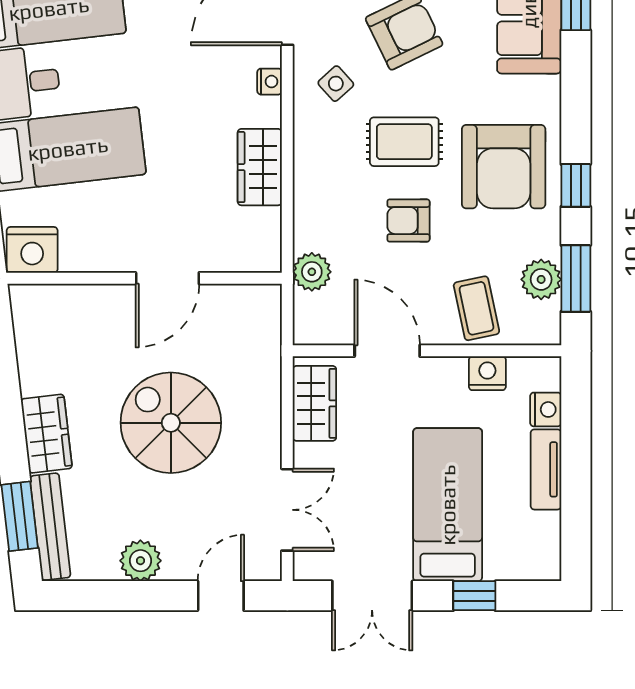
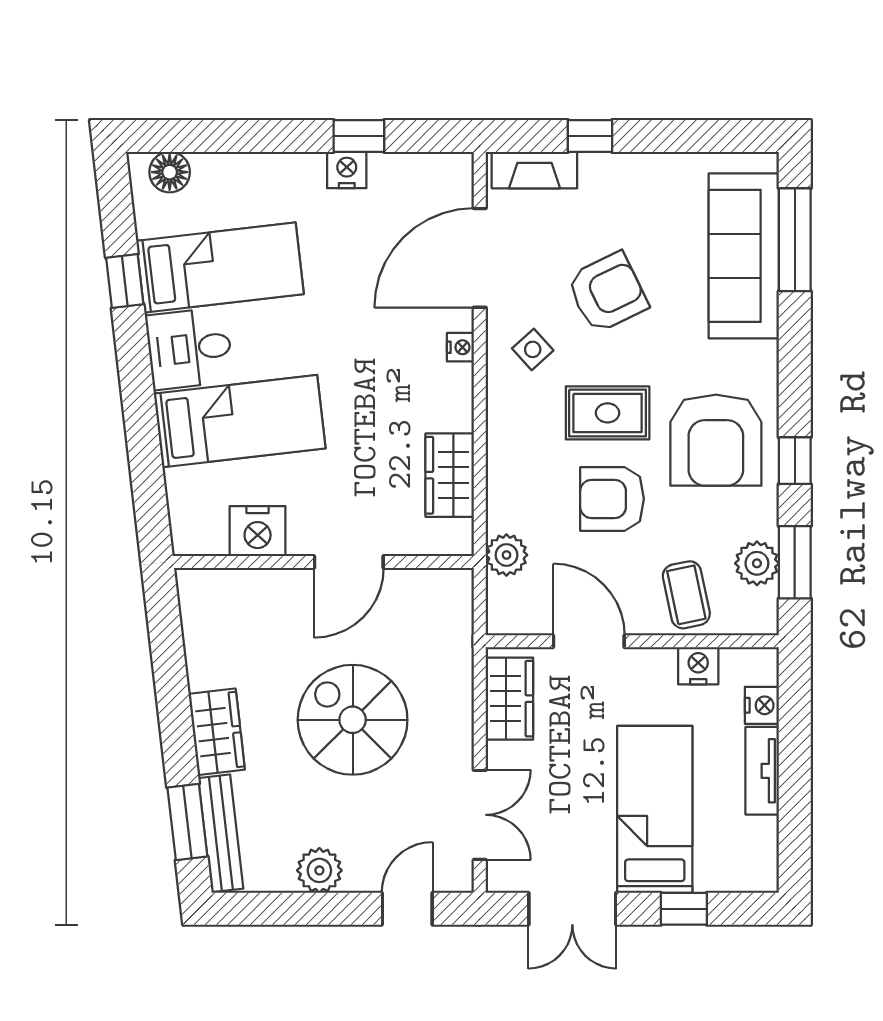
wardrobe: (260, 167) -> (450, 475), moved
armchair: (408, 221) -> (612, 499), width x1.38, depth x1.38
nightstand: (32, 250) -> (258, 531), moved

